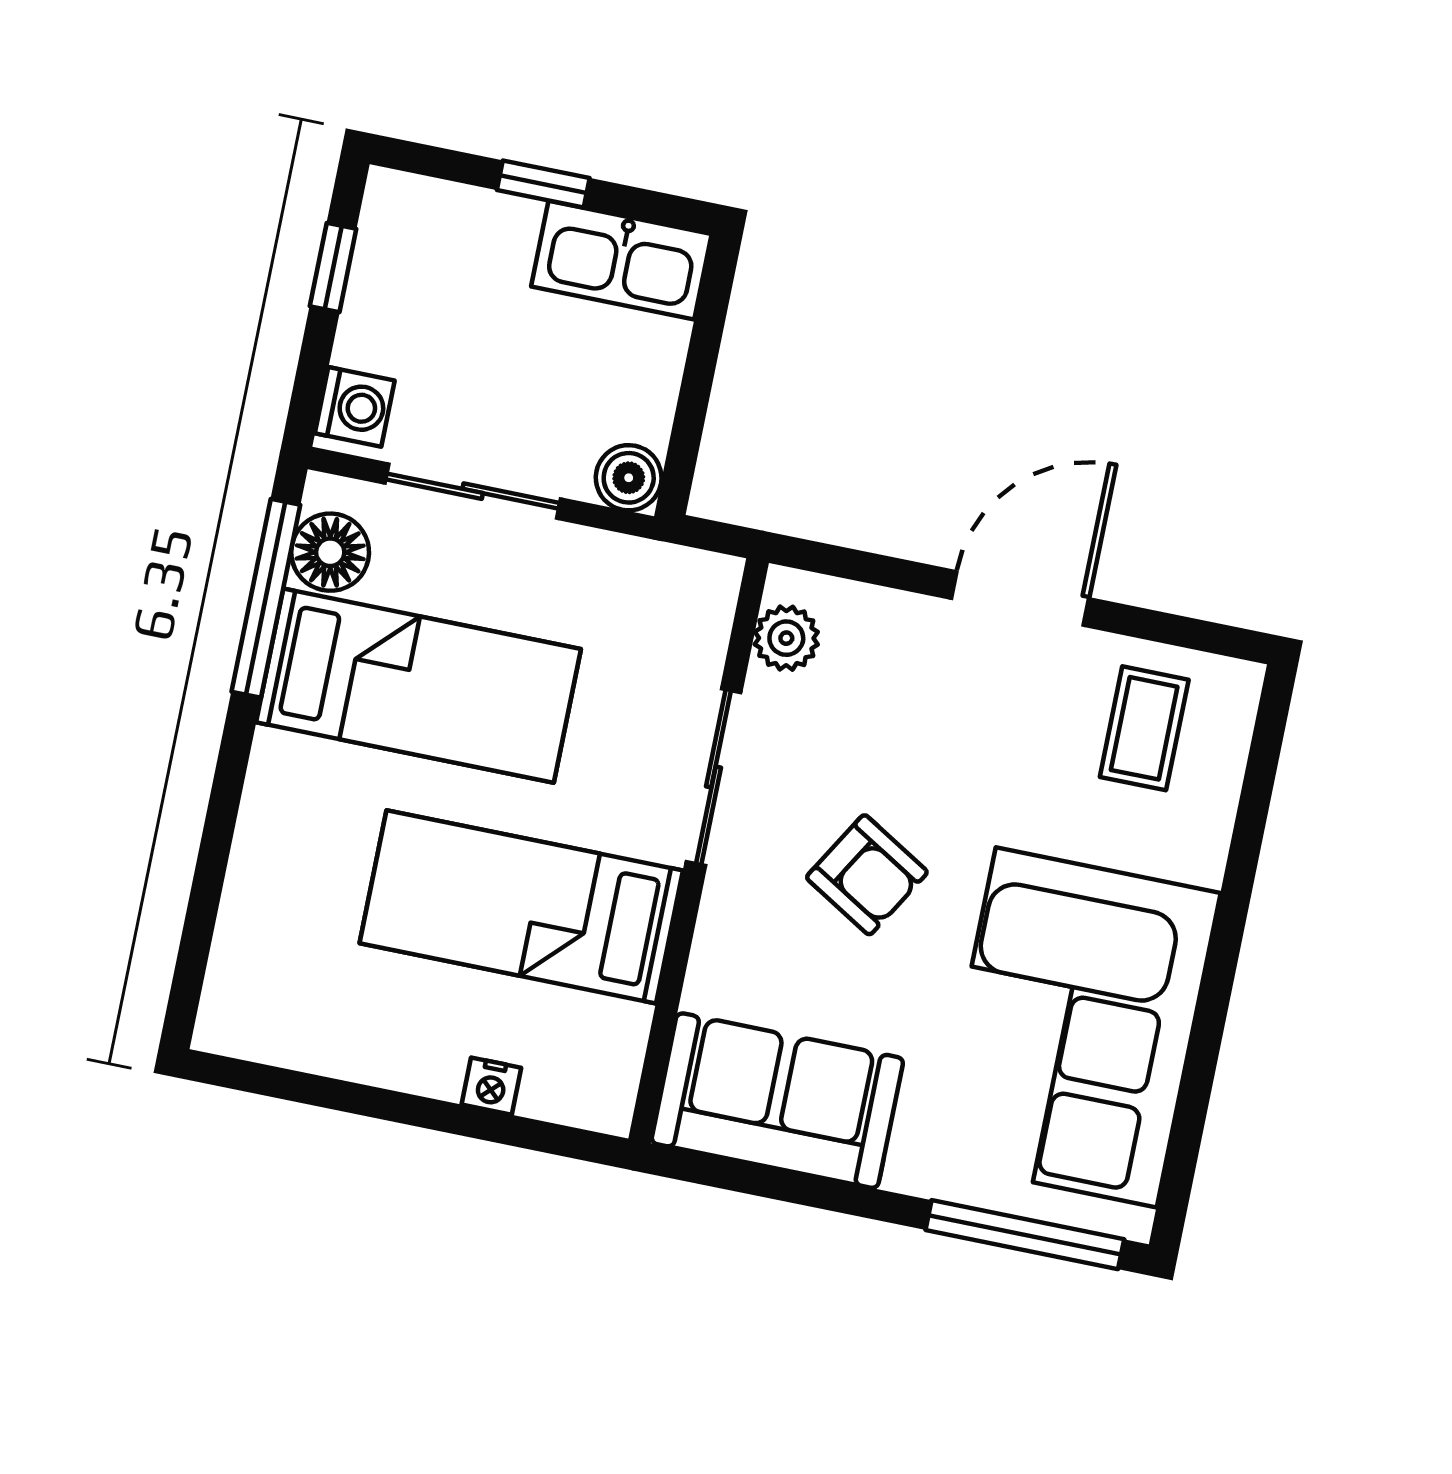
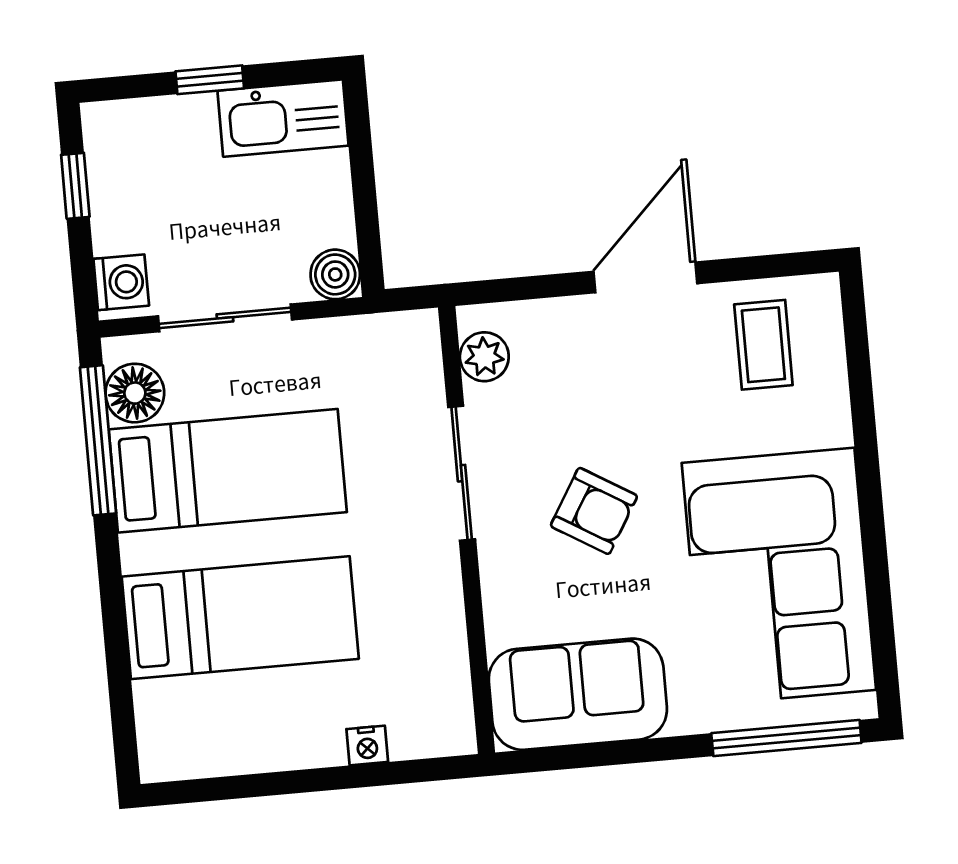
bed: (521, 907) -> (240, 618), moved, turned 180

